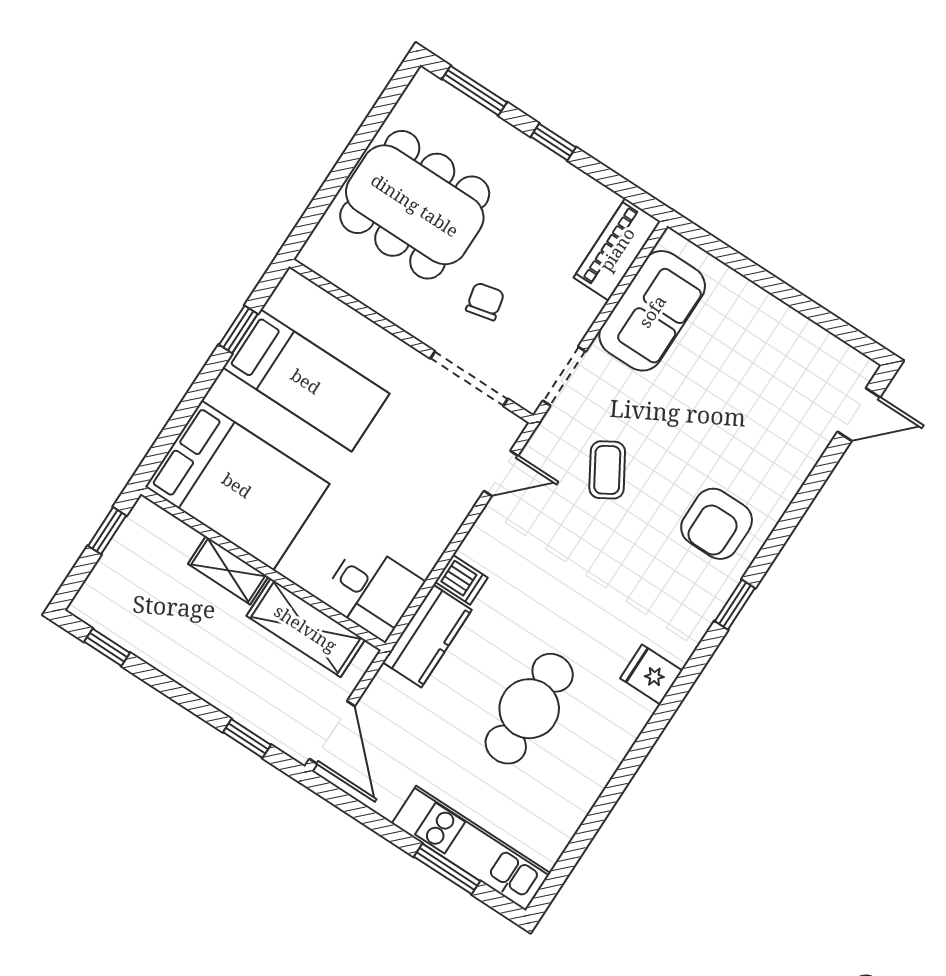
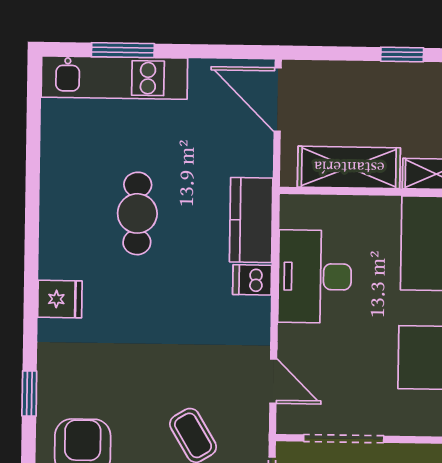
door: (501, 473) -> (273, 381), swing flipped
desk: (372, 591) -> (315, 277), moved, width x1.37
cafe table: (529, 709) -> (137, 213), width x0.73, depth x0.74
window: (247, 738) -> (402, 54), moved

